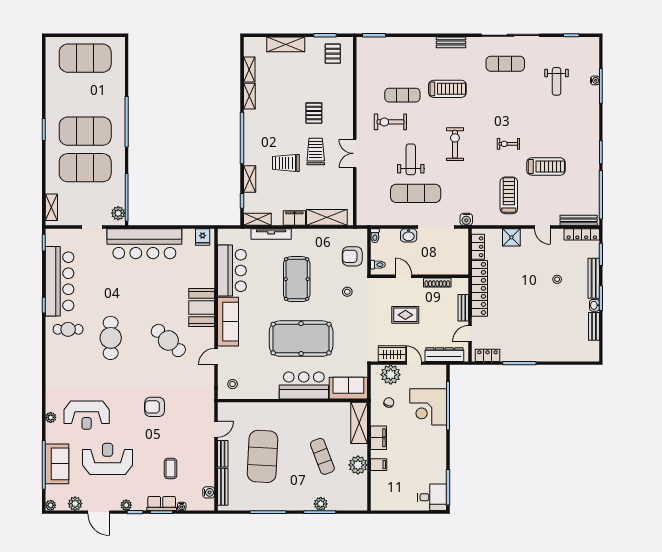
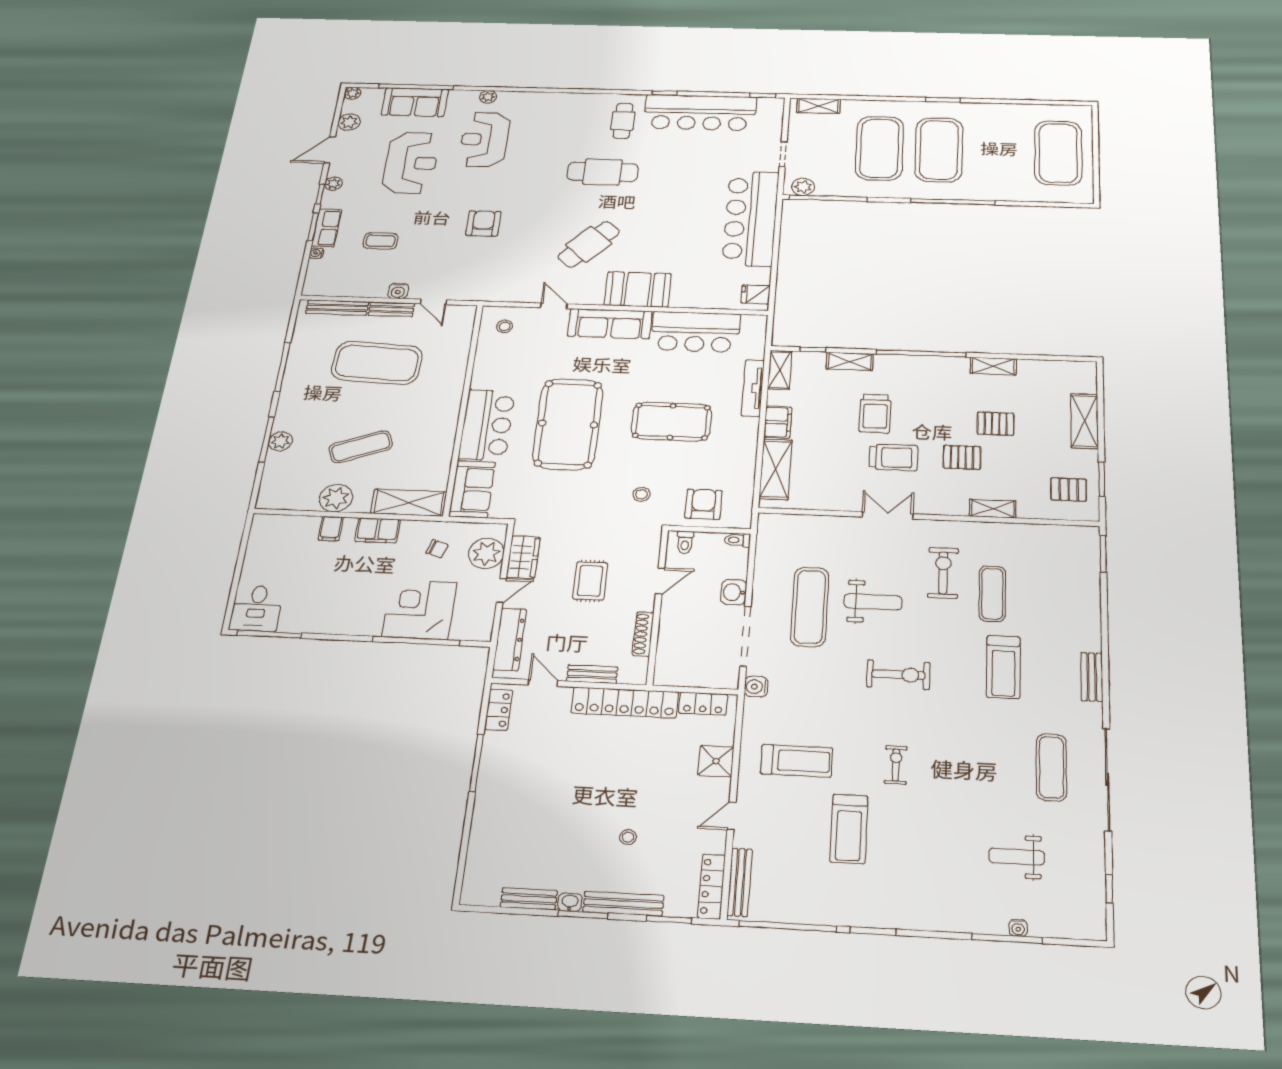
shelving: (249, 69) -> (993, 509), moved
pallet: (290, 94) -> (996, 424), added
trolley: (286, 163) -> (875, 413), turned 180
water cooler: (209, 492) -> (398, 291), moved

